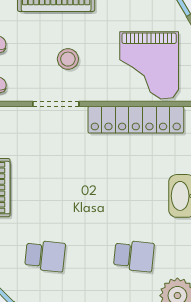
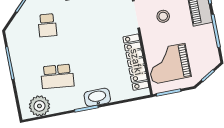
school desk: (134, 256) -> (57, 76), width x1.85

